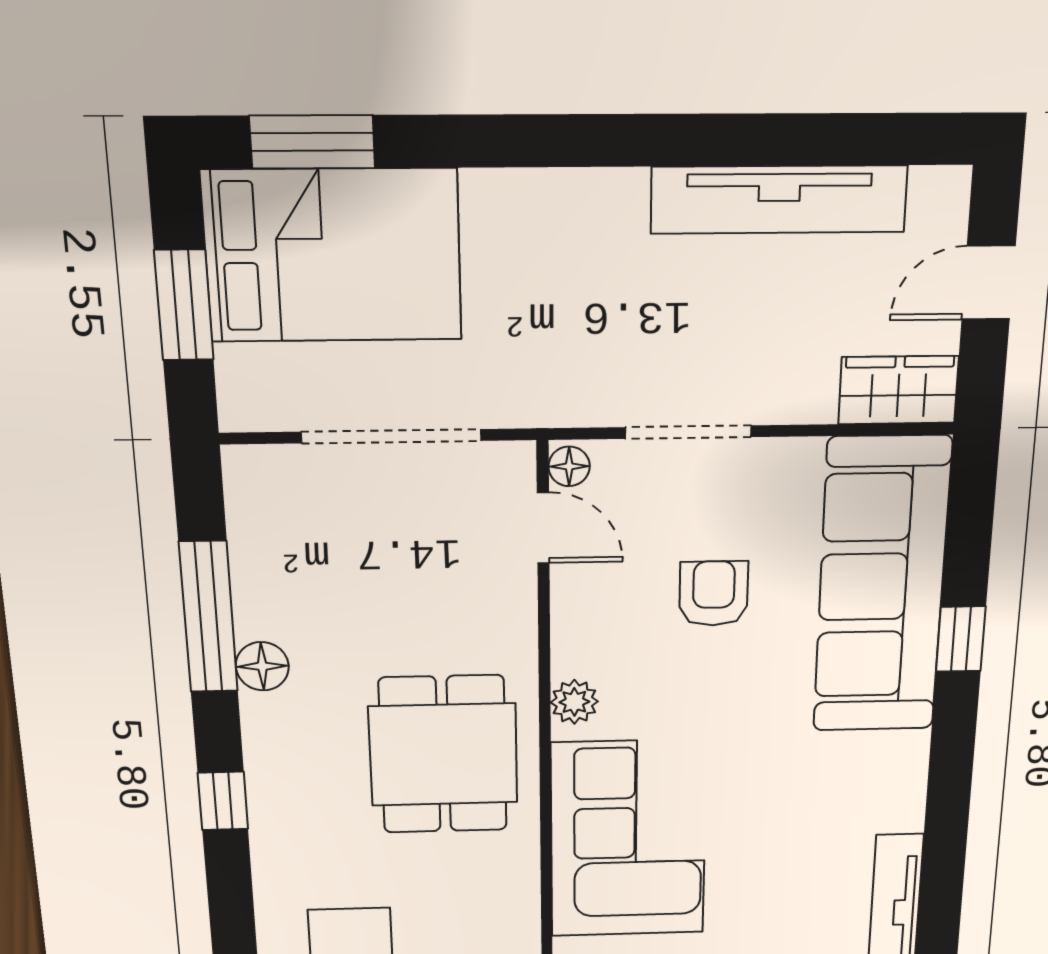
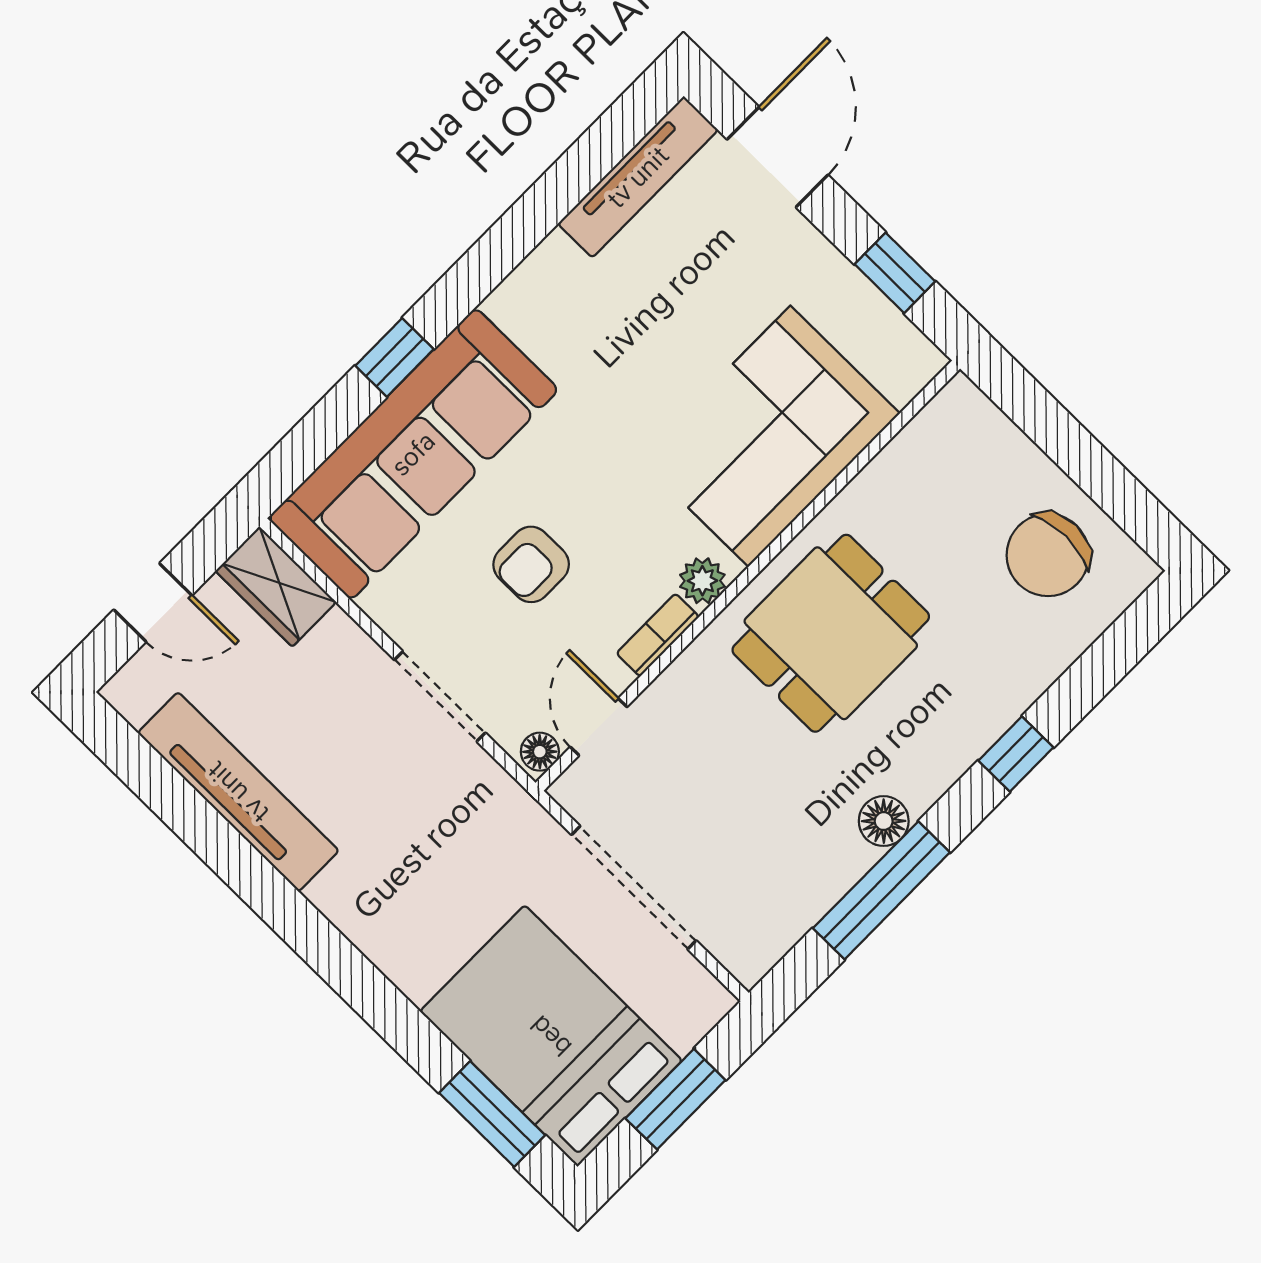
bookcase: (568, 634) -> (658, 635), added

